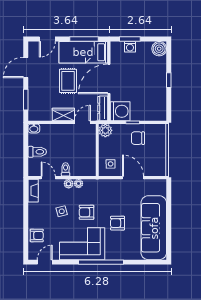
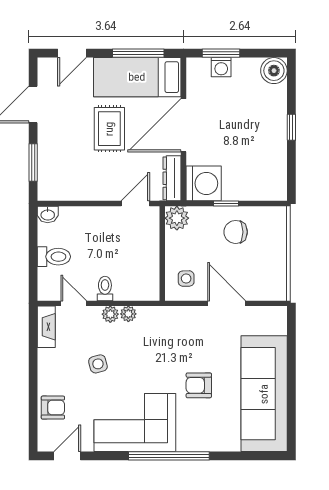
wardrobe: (63, 115) -> (101, 189), removed
armchair: (87, 212) -> (143, 366), removed

